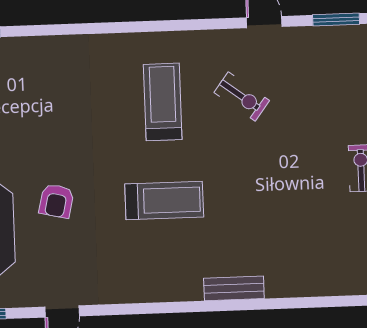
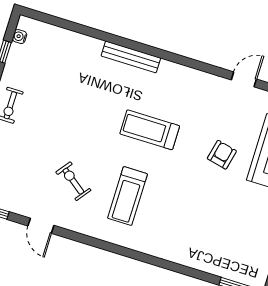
bench: (234, 288) -> (131, 57), width x1.36

